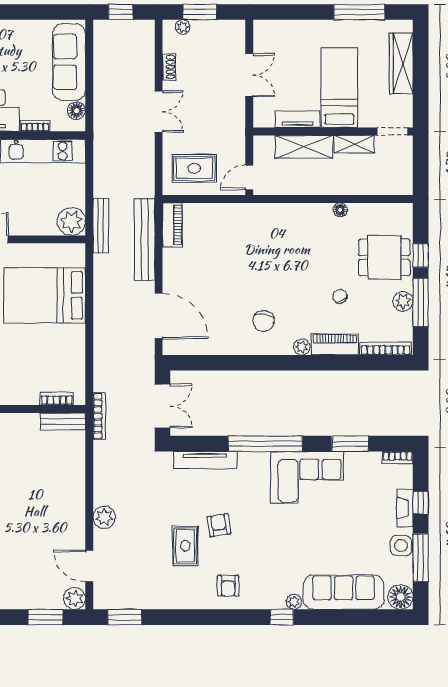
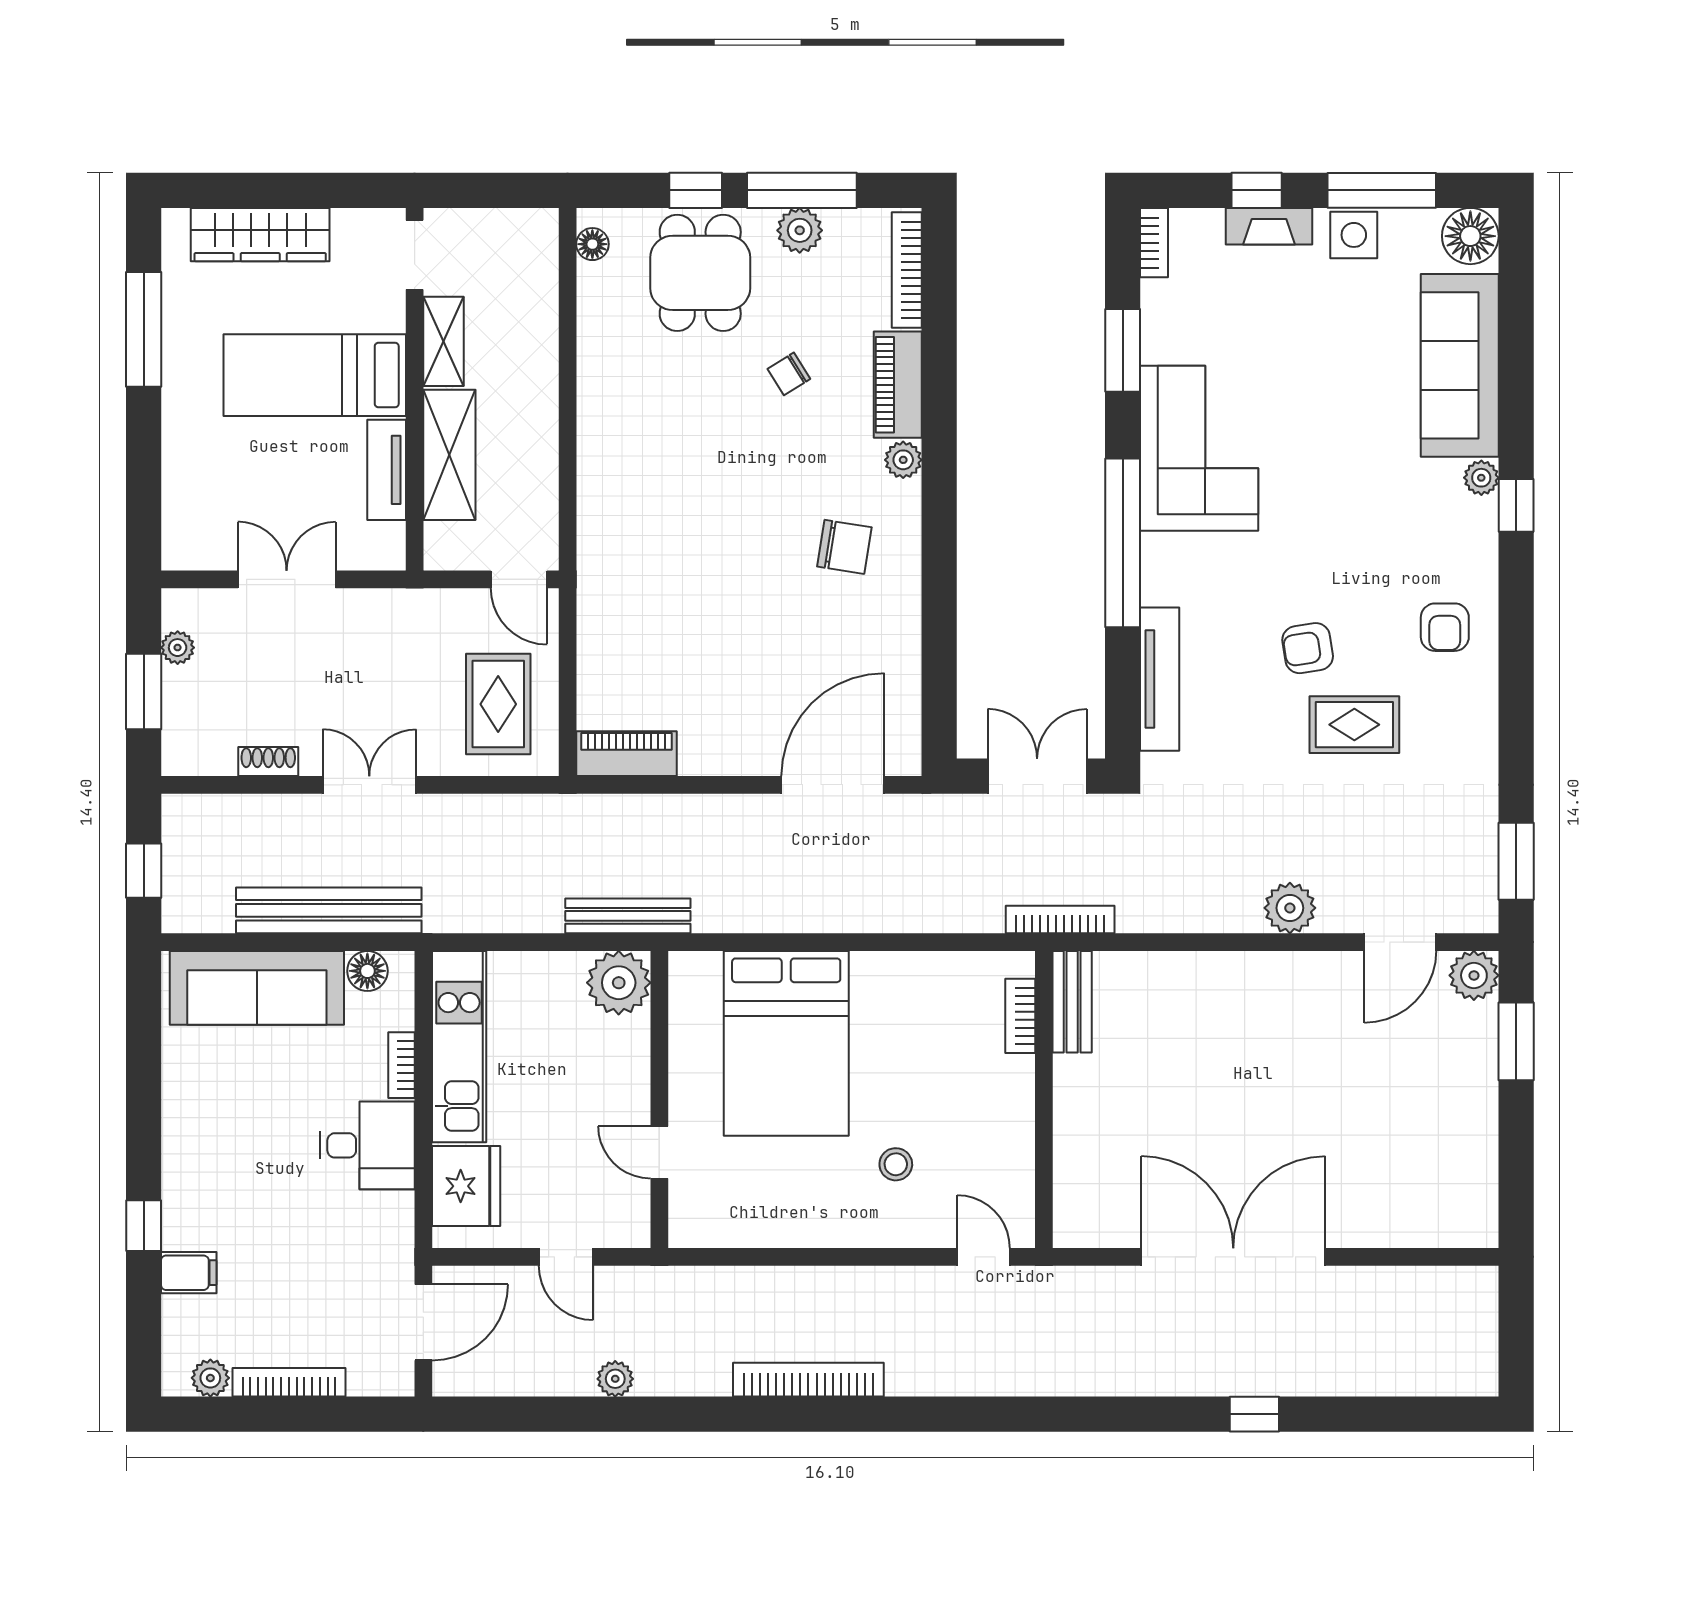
plant: (183, 27) -> (178, 648), moved
floor lamp: (340, 210) -> (592, 244), moved
bench: (145, 239) -> (329, 910), moved
armchair: (228, 586) -> (1445, 627), turned 90

